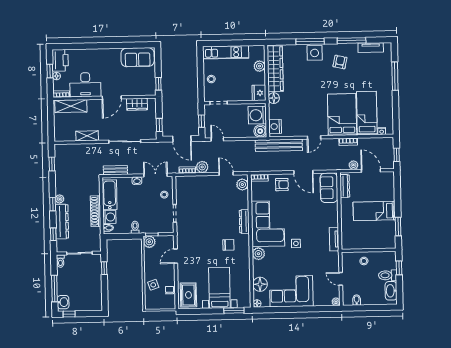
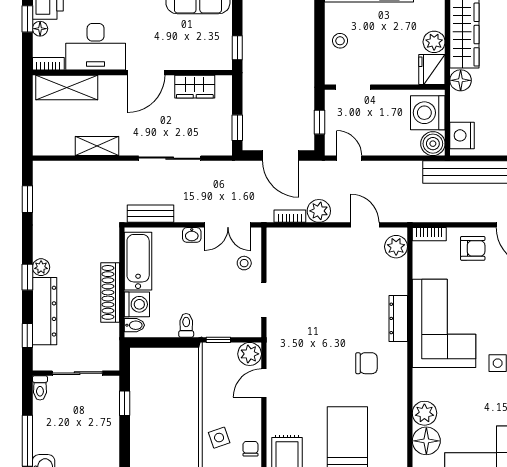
plant: (259, 66) -> (434, 42), moved
double door: (155, 175) -> (228, 225), swing flipped
plant: (149, 242) -> (250, 354), moved
plant: (258, 254) -> (424, 413), moved

